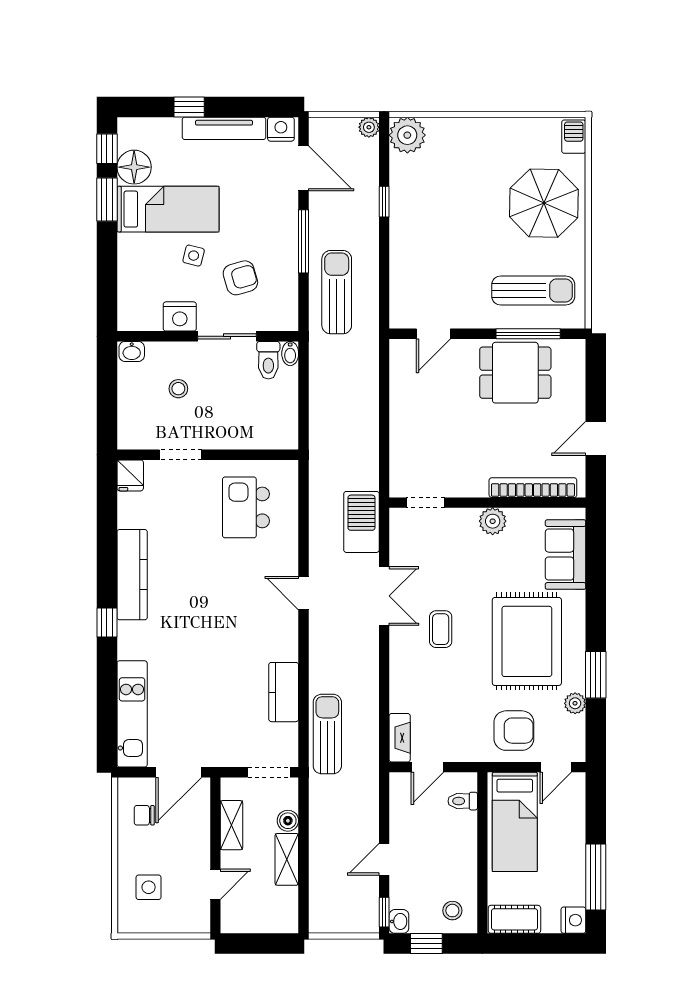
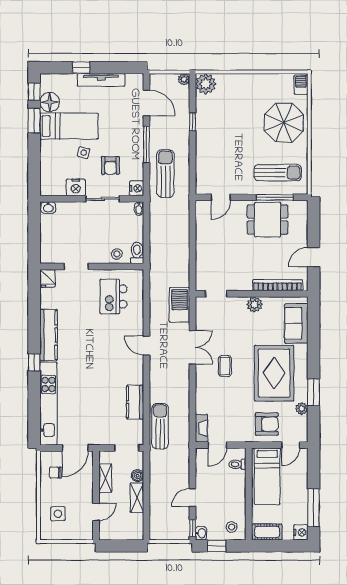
nightstand: (281, 129) -> (137, 188), moved, turned 90
armchair: (240, 278) -> (110, 165), turned 106
toilet: (268, 360) -> (137, 253), moved, turned 180
stool: (178, 389) -> (117, 254), moved
kitchen unit: (132, 714) -> (48, 404), width x1.36

